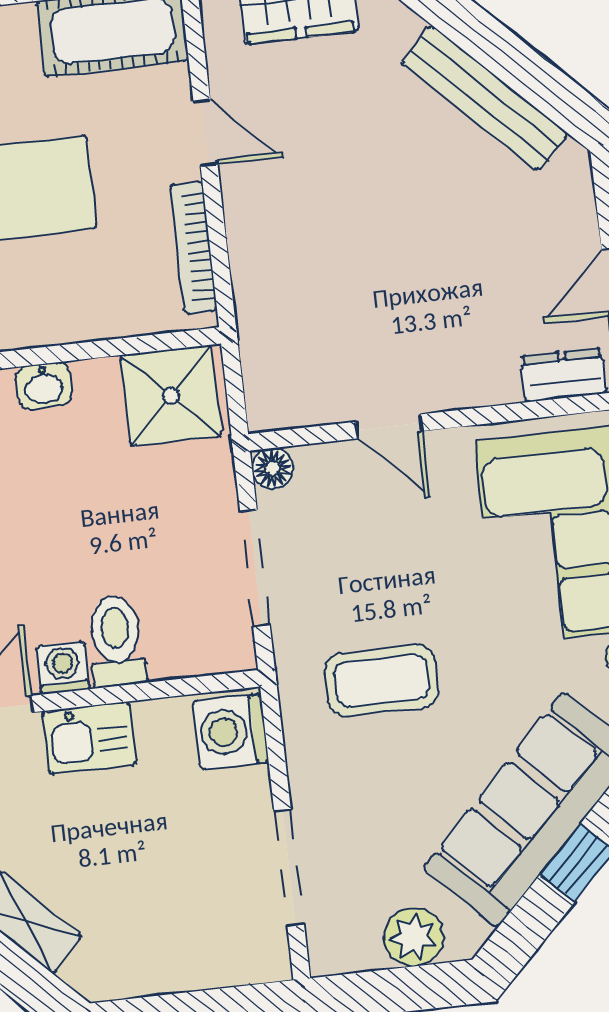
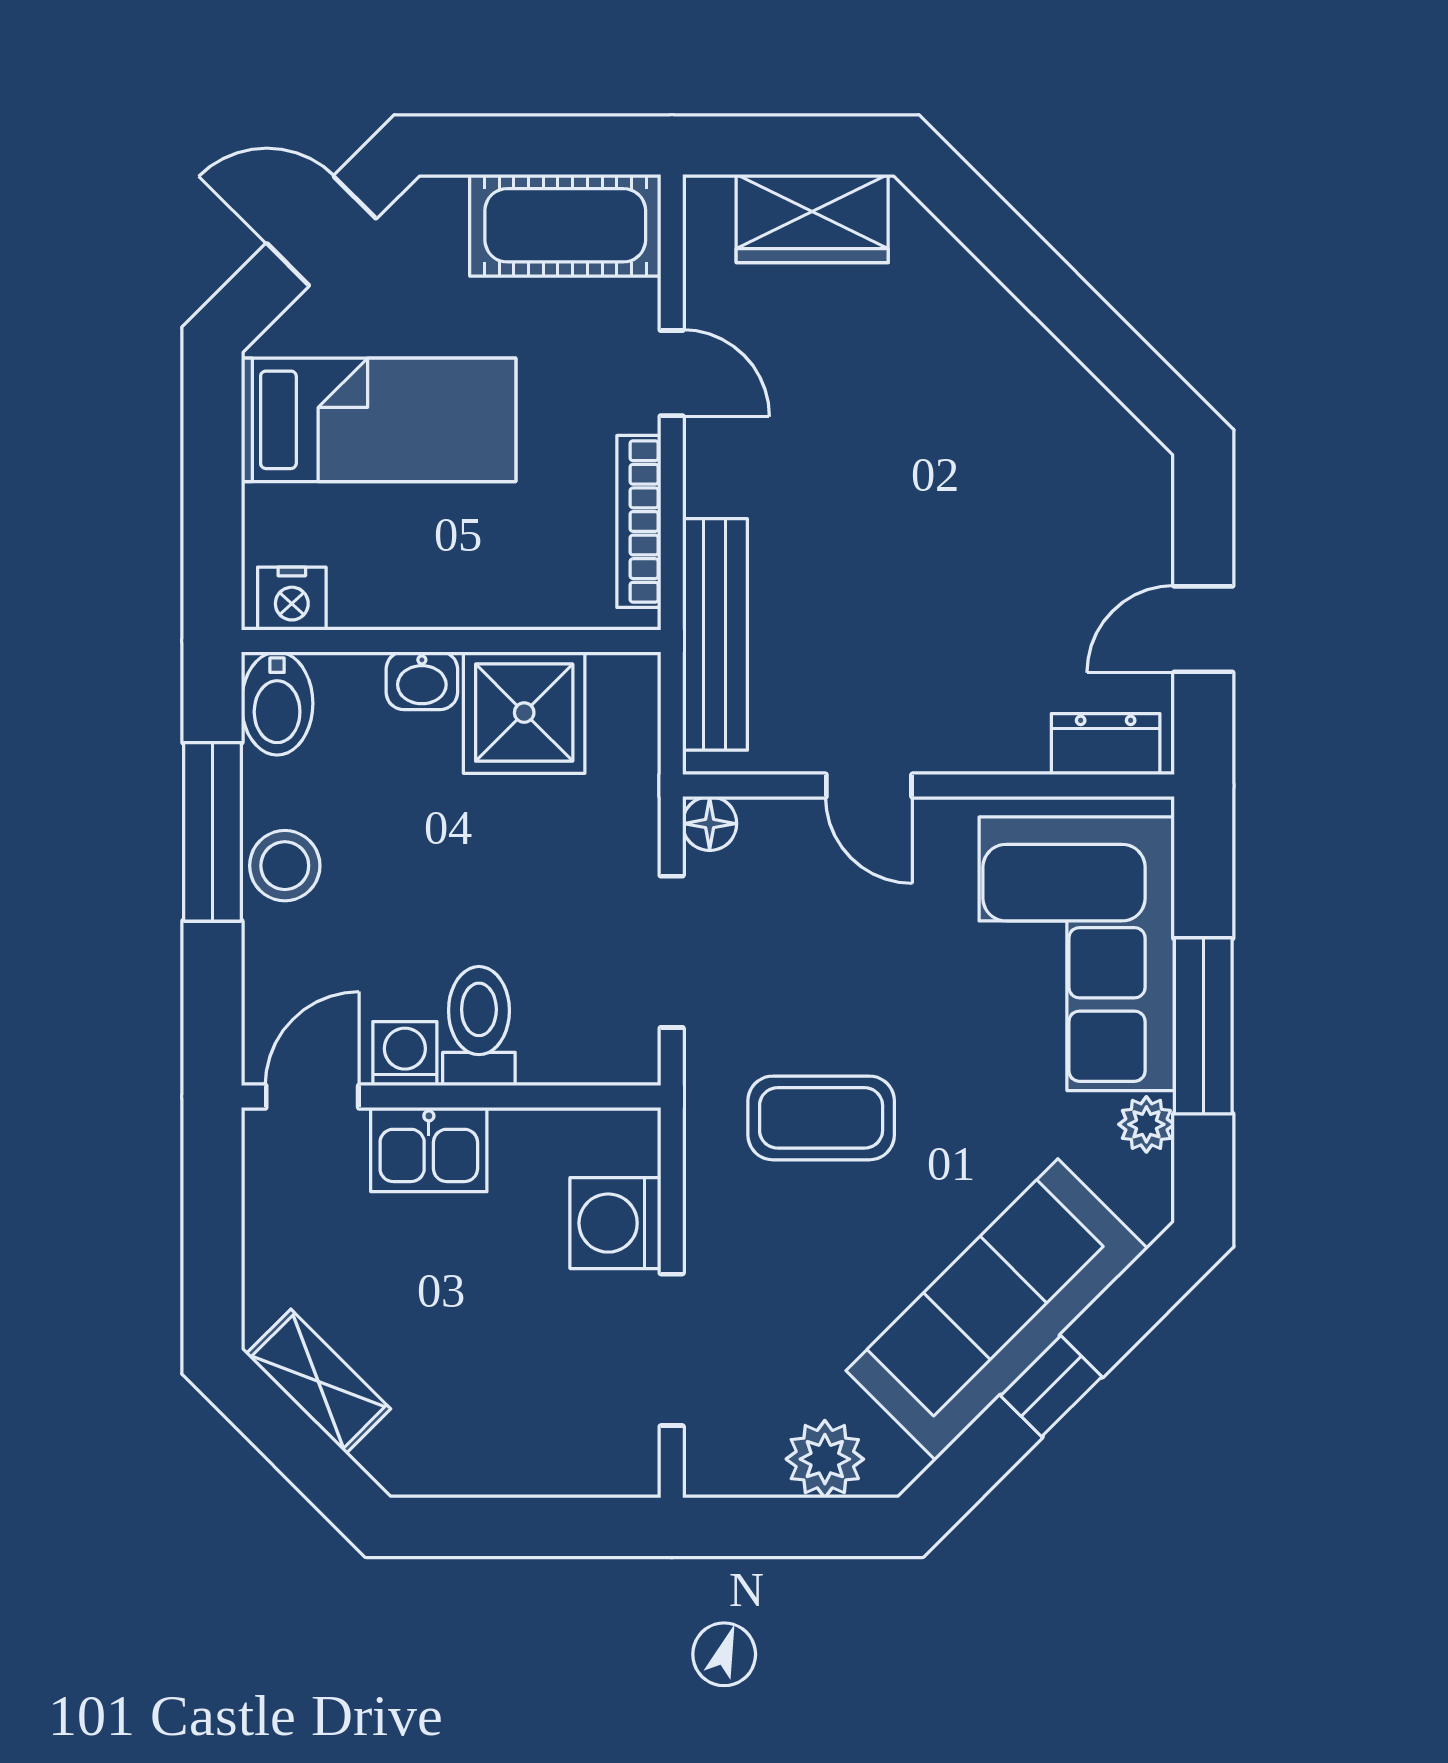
bench: (485, 98) -> (715, 634), moved, turned 45
shower: (171, 396) -> (524, 713), moved
washing machine: (231, 731) -> (615, 1223), moved

